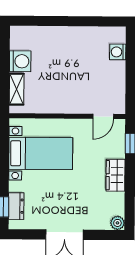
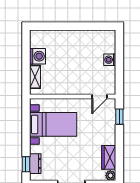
washing machine: (118, 52) -> (110, 60), moved
wardrobe: (116, 175) -> (109, 157), moved

